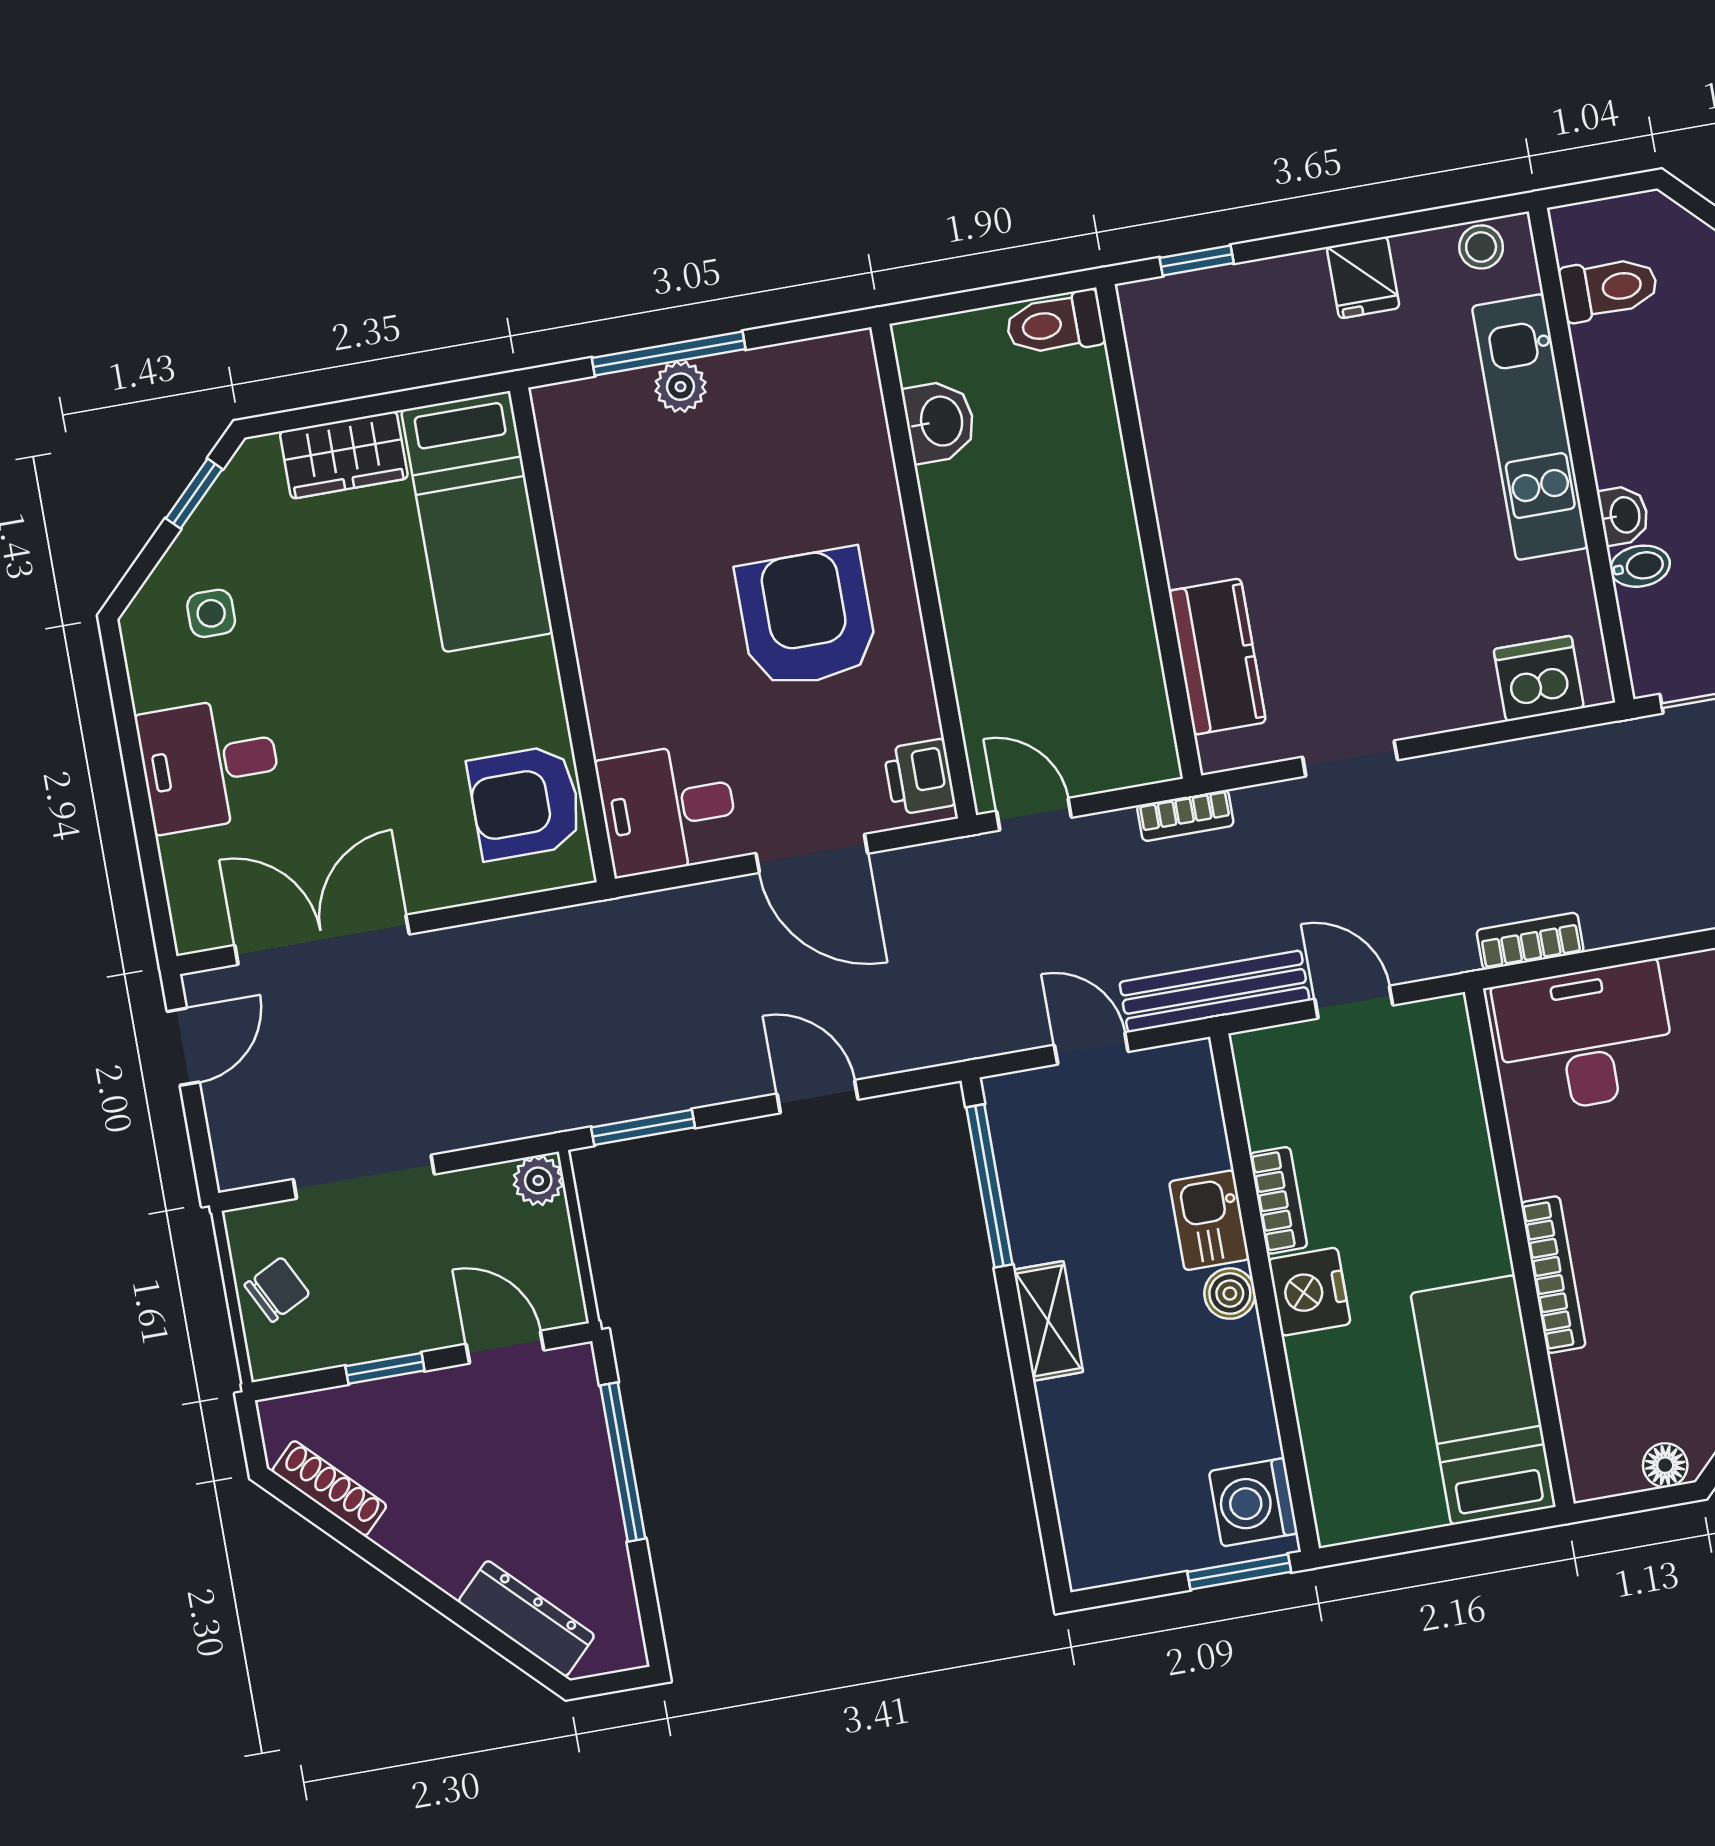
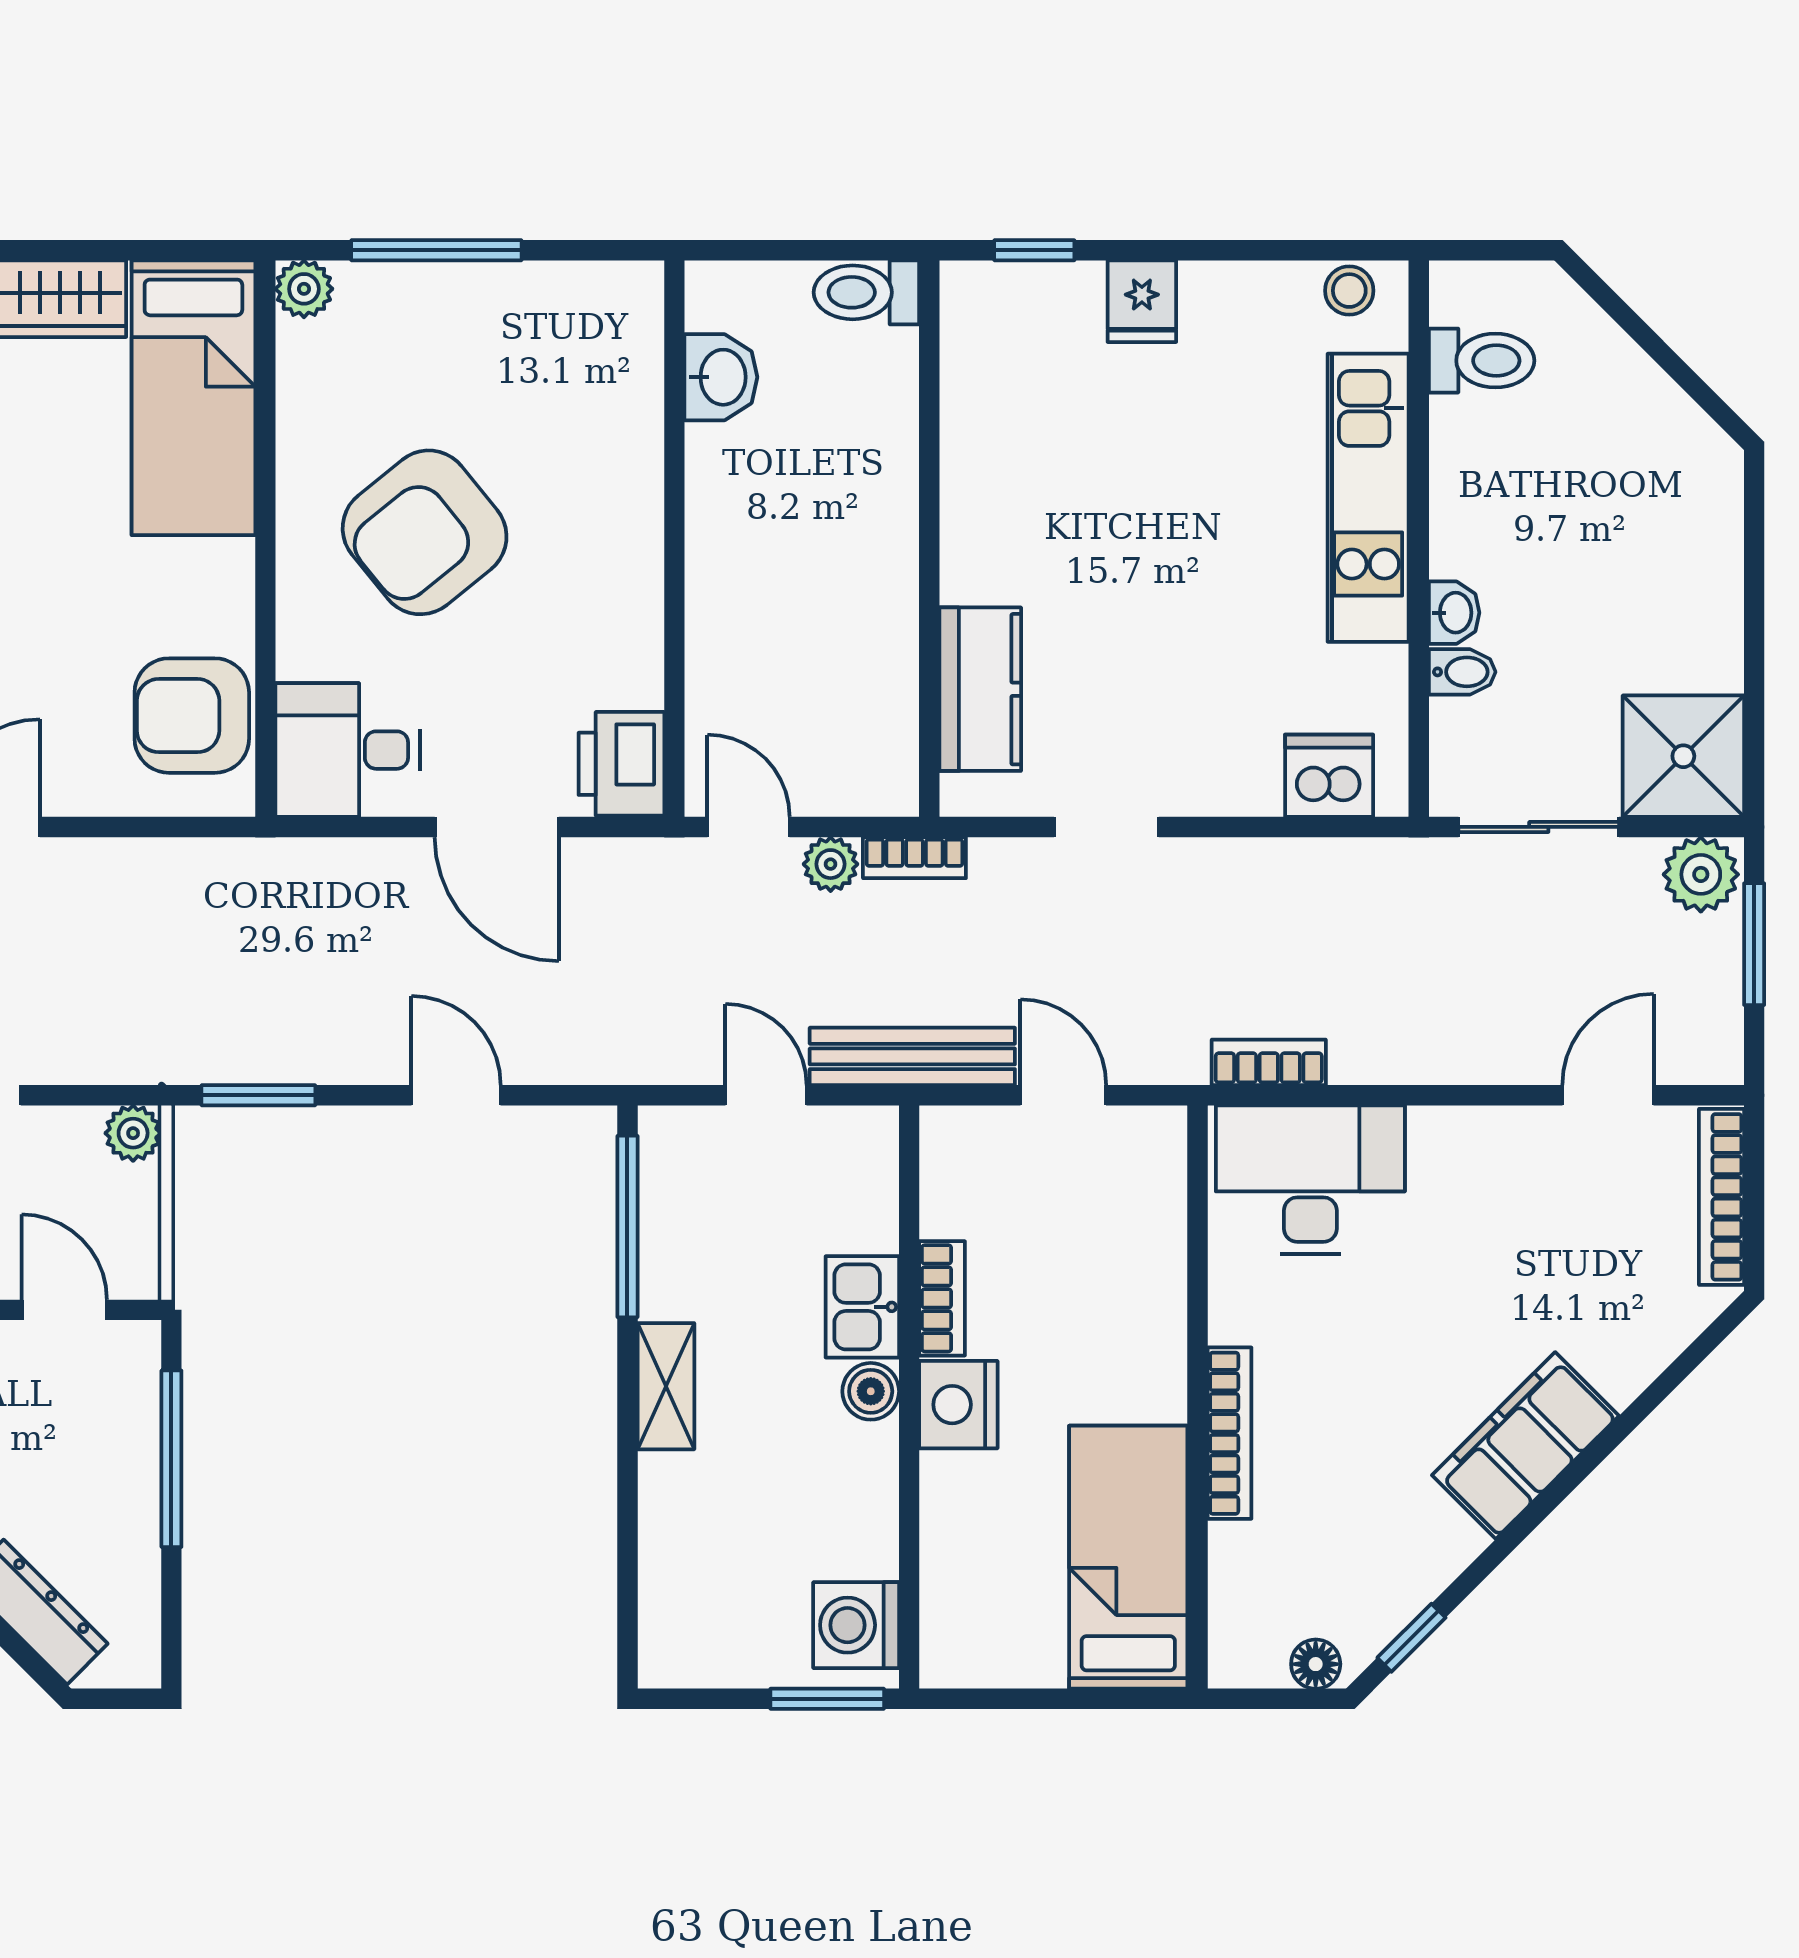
fridge: (1363, 277) -> (1142, 301), moved
plant: (681, 387) -> (304, 289), moved
armchair: (807, 618) -> (425, 532), moved, turned -129
printer: (919, 777) -> (621, 764), width x1.36, depth x1.24
plant: (1112, 834) -> (831, 864), added

